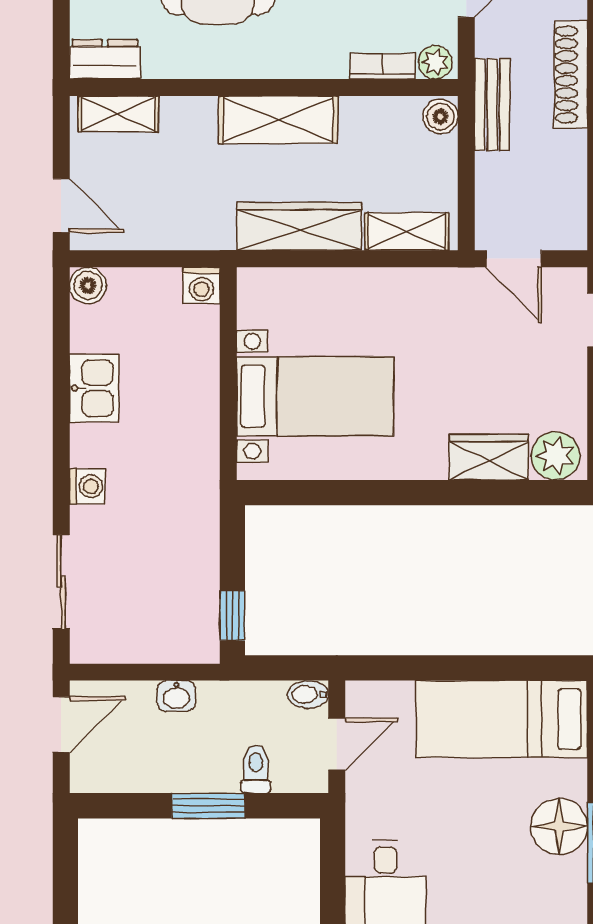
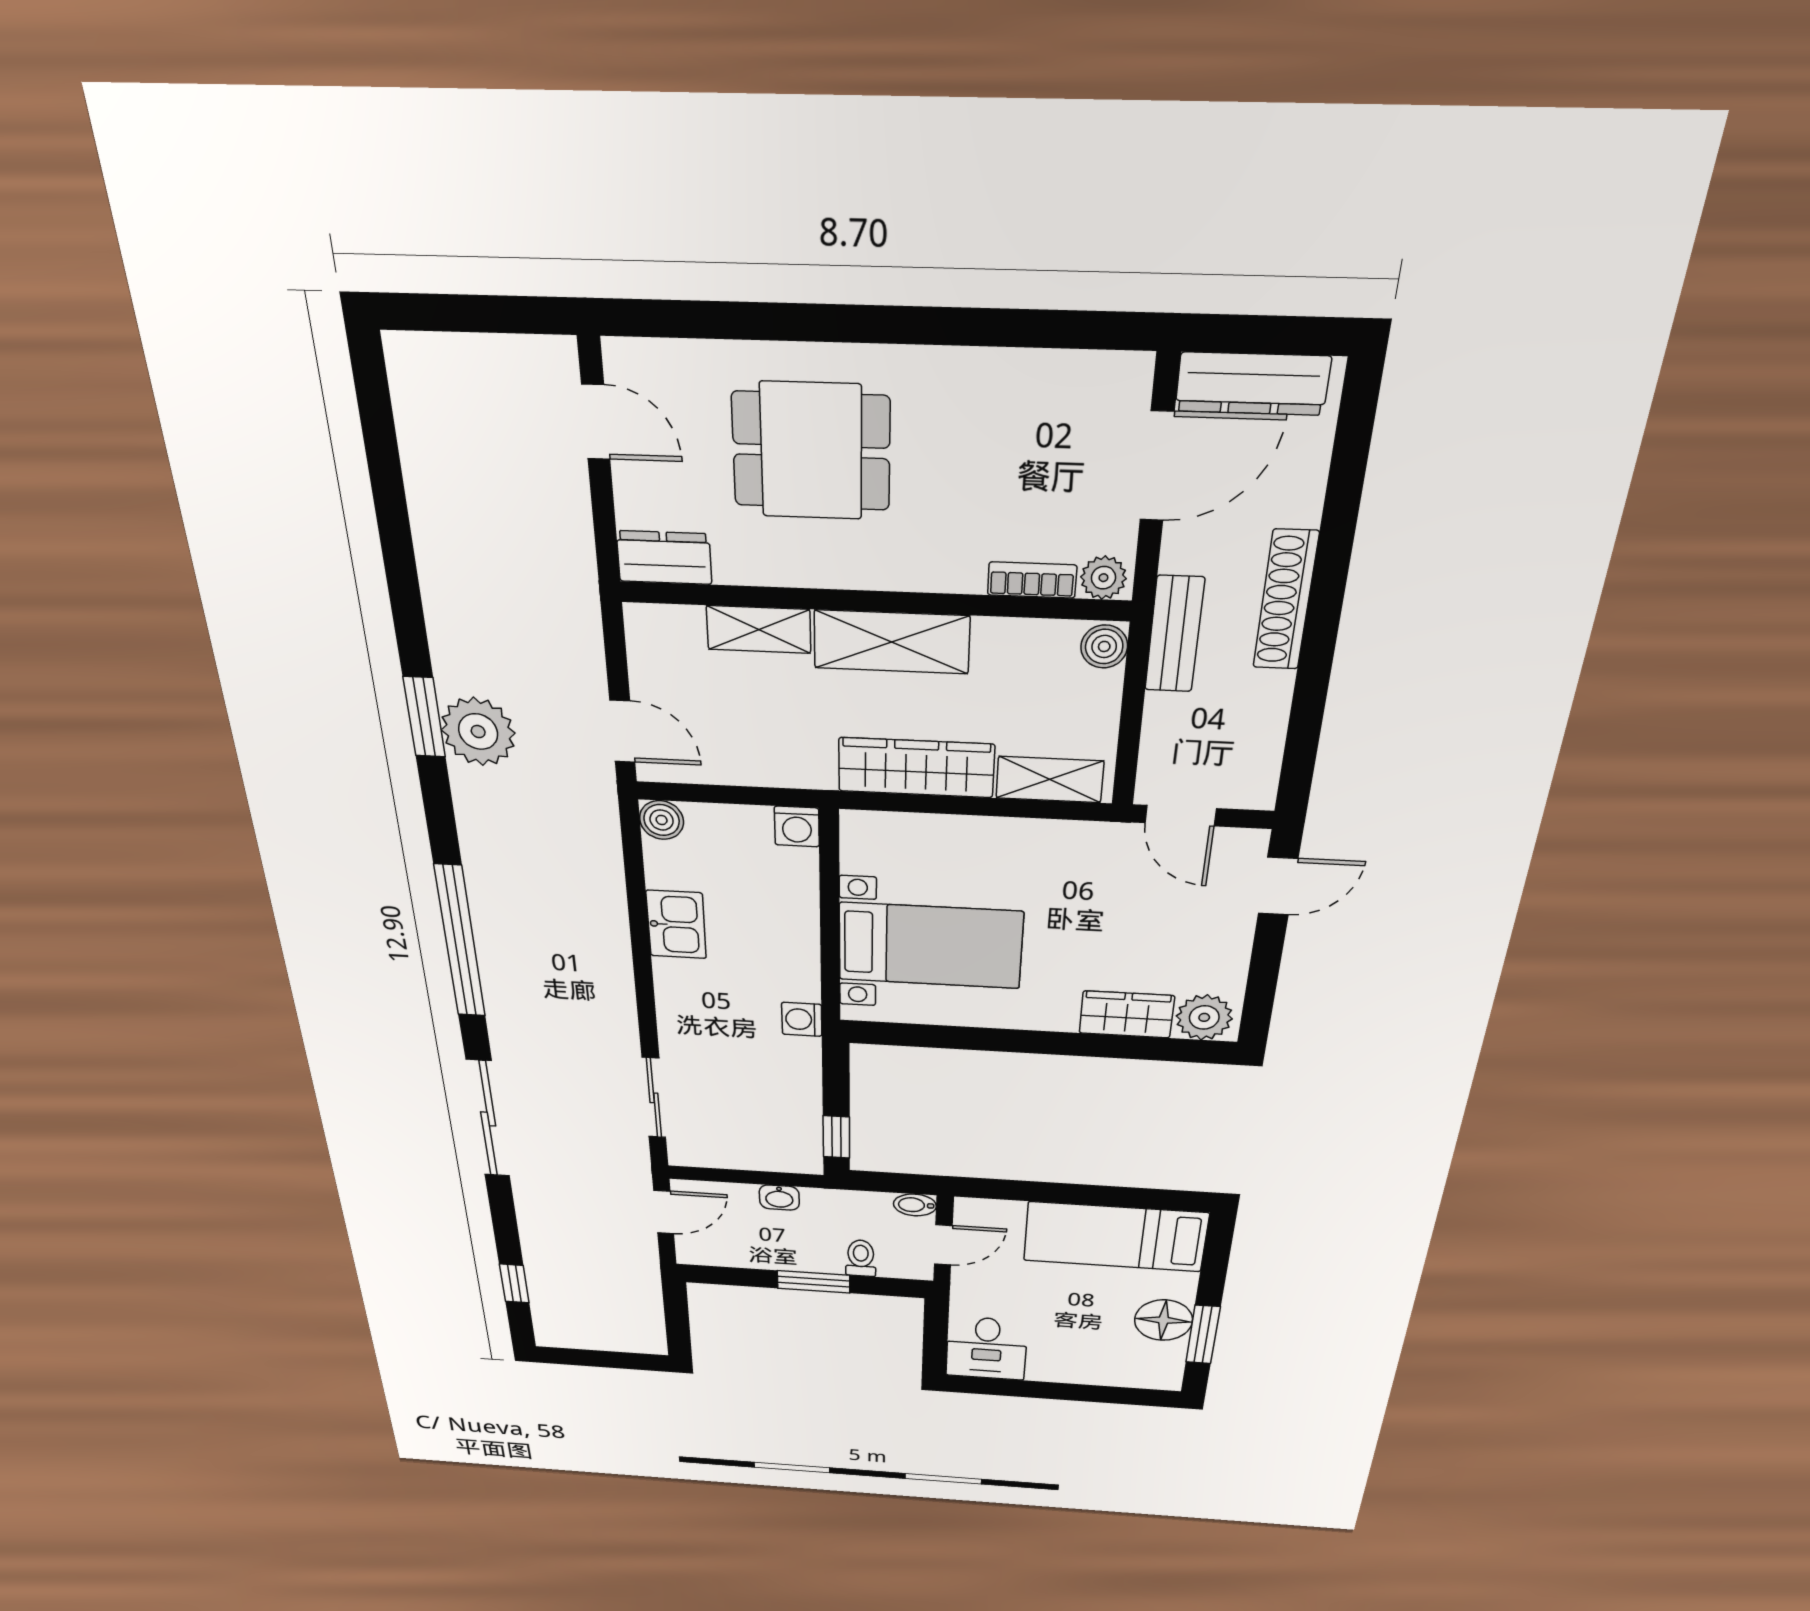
shelving: (118, 114) -> (759, 629), moved
washing machine: (87, 486) -> (802, 1019), moved, turned 180

